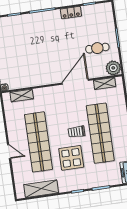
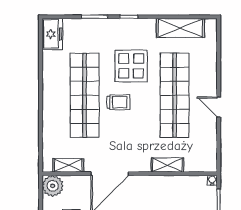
shelving: (22, 96) -> (167, 165), moved
door: (9, 152) -> (219, 107), moved

